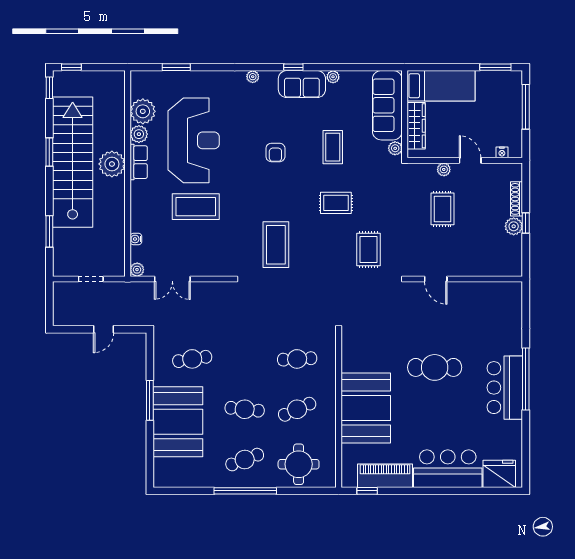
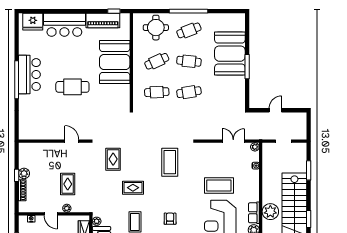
cafe table: (192, 359) -> (189, 92), moved

